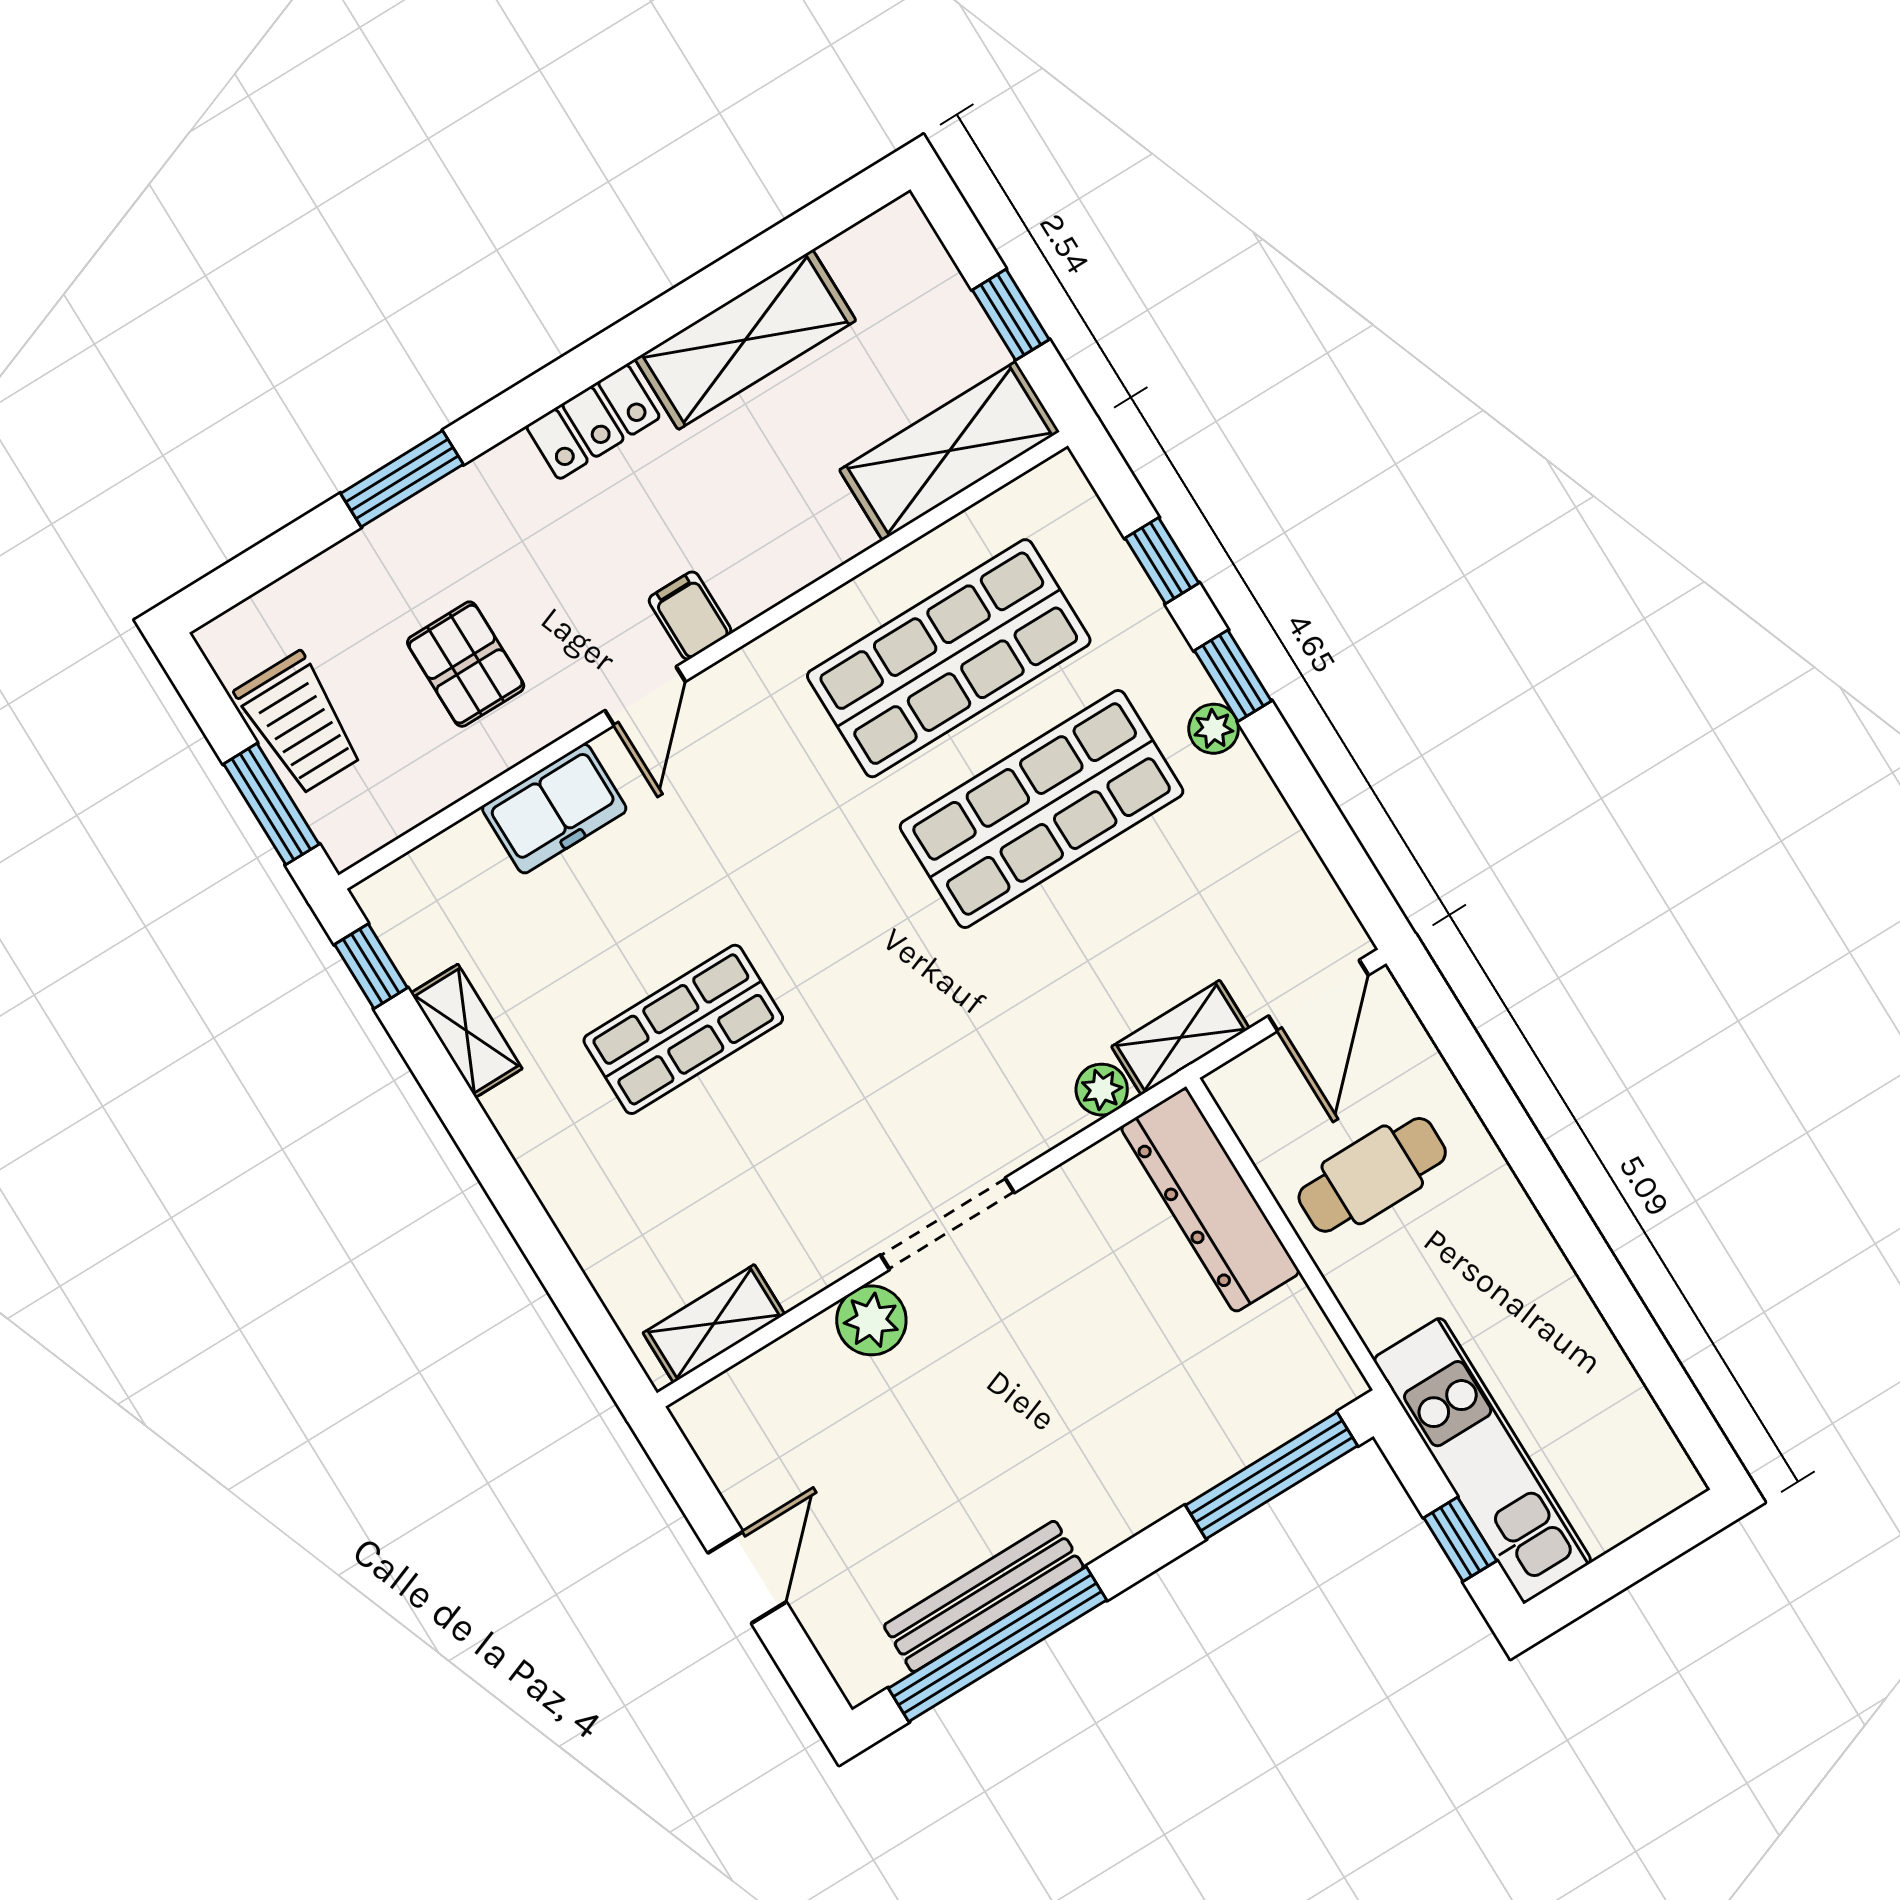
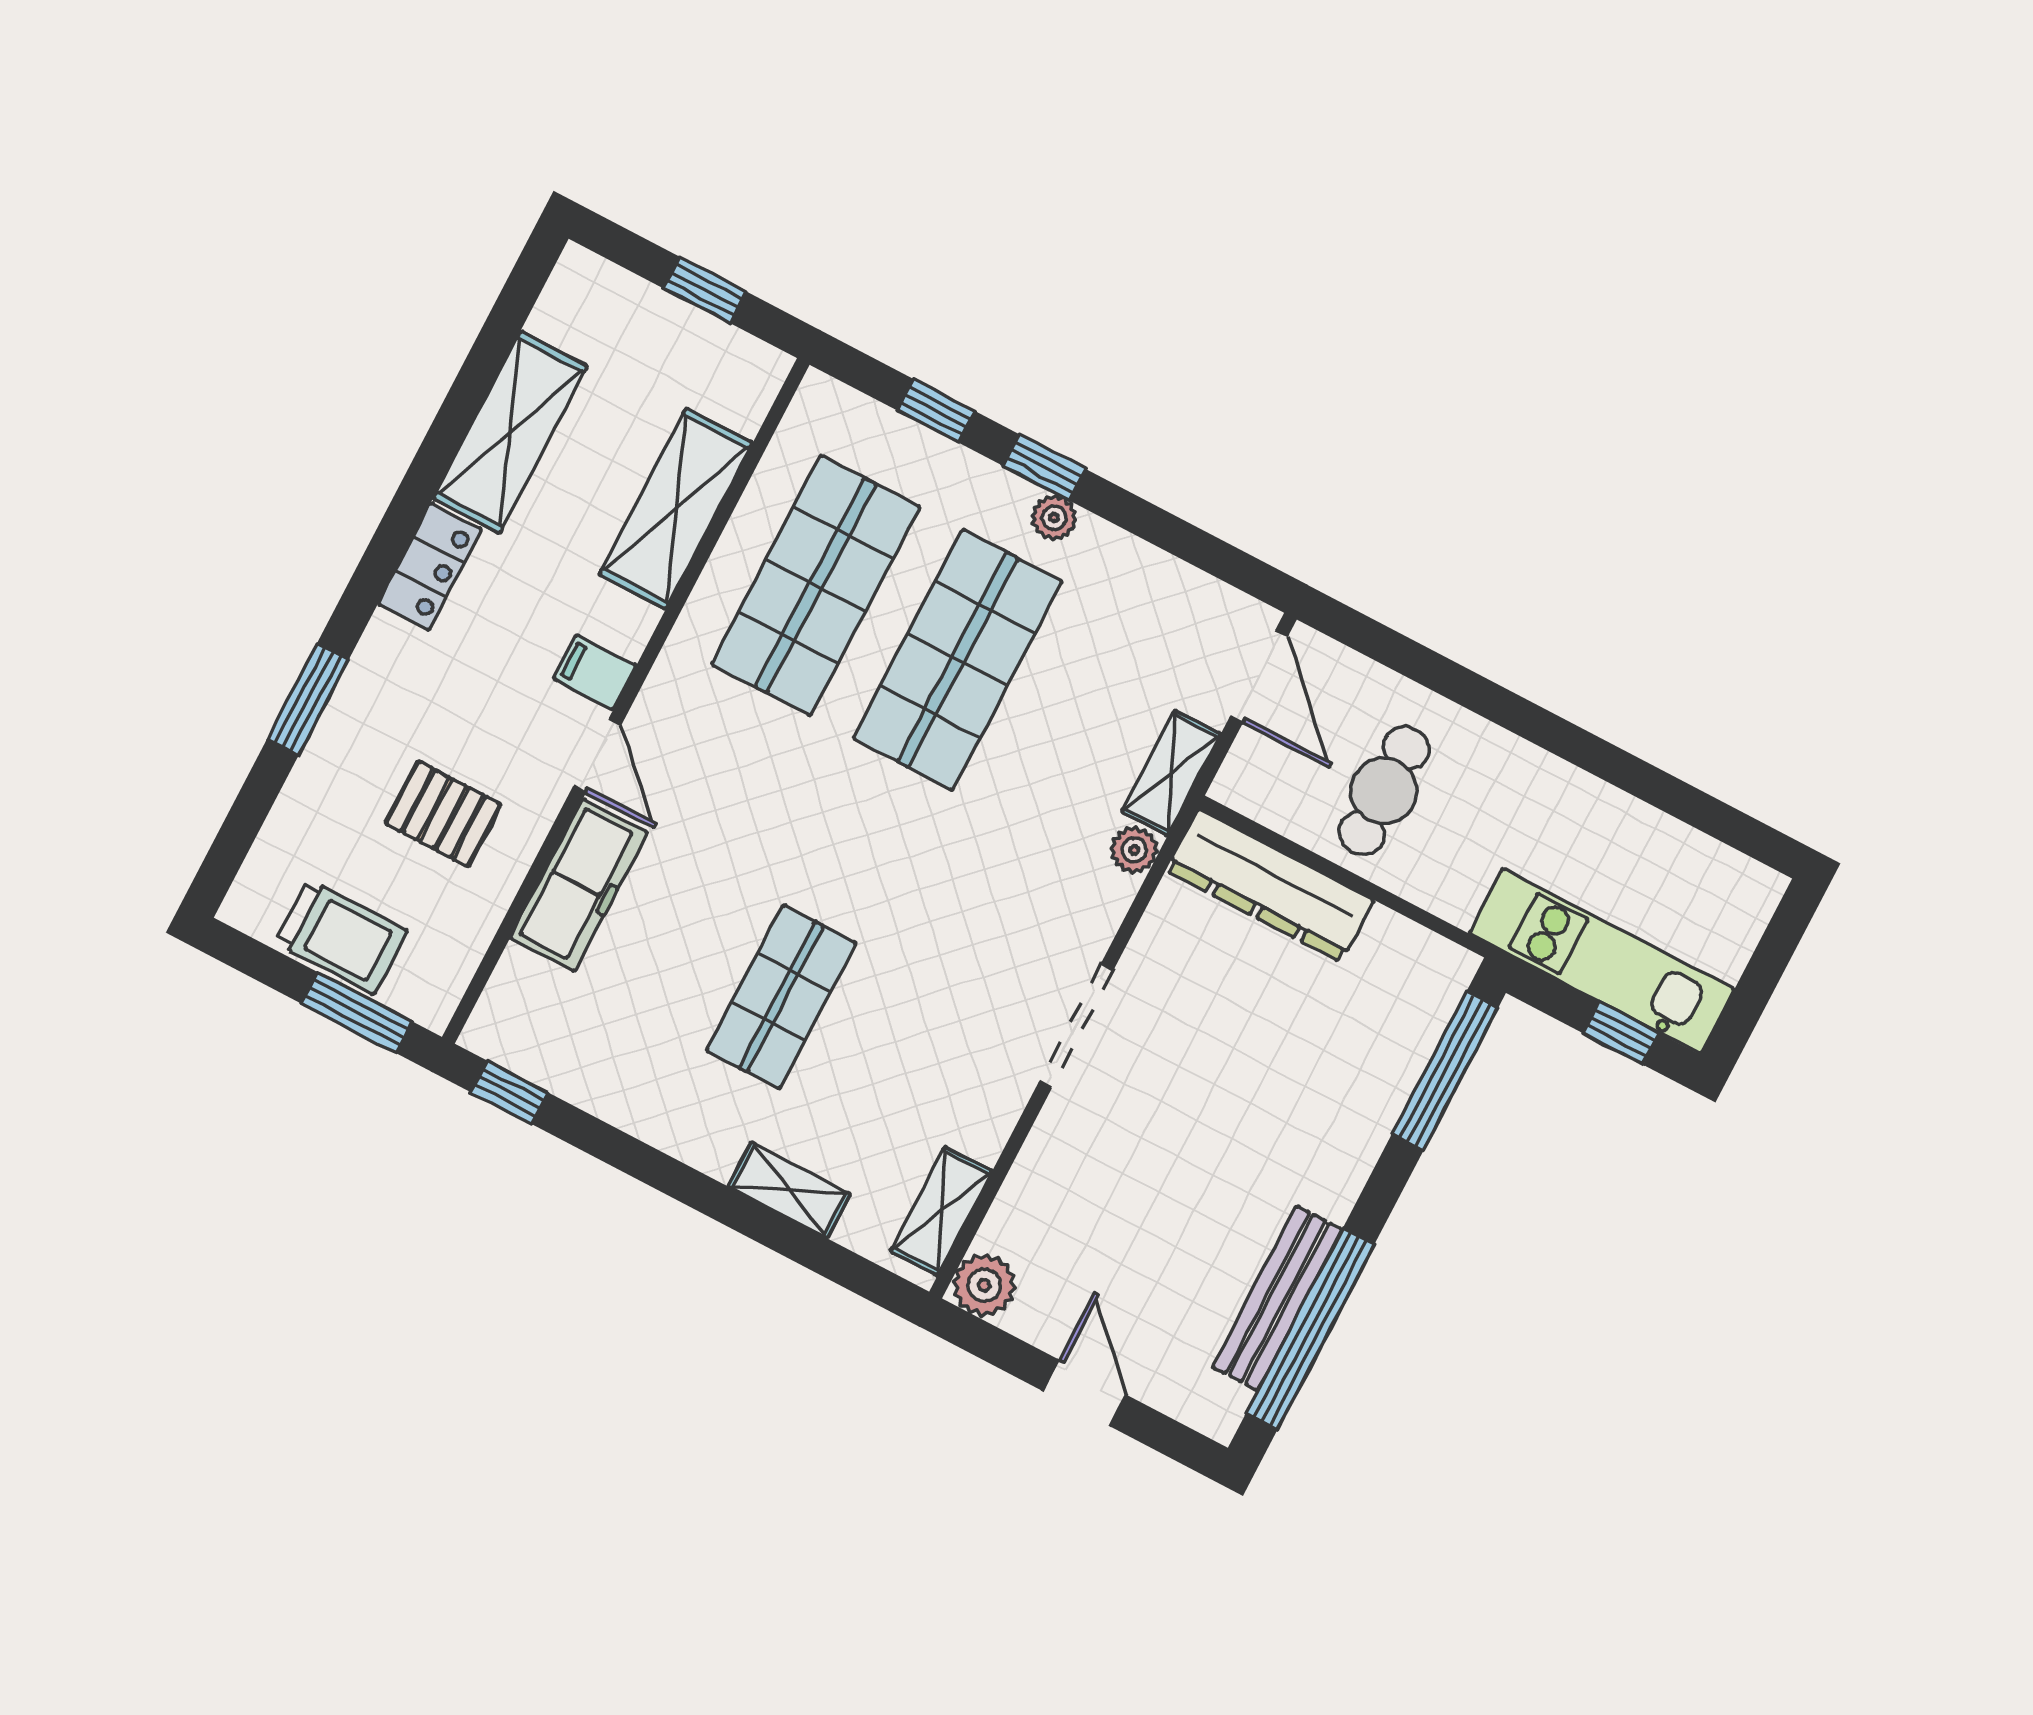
shelving: (949, 451) -> (676, 509), moved
freezer: (554, 809) -> (579, 885), width x1.40
shelving: (466, 1031) -> (789, 1190), moved
plant: (871, 1320) -> (984, 1285), moved

